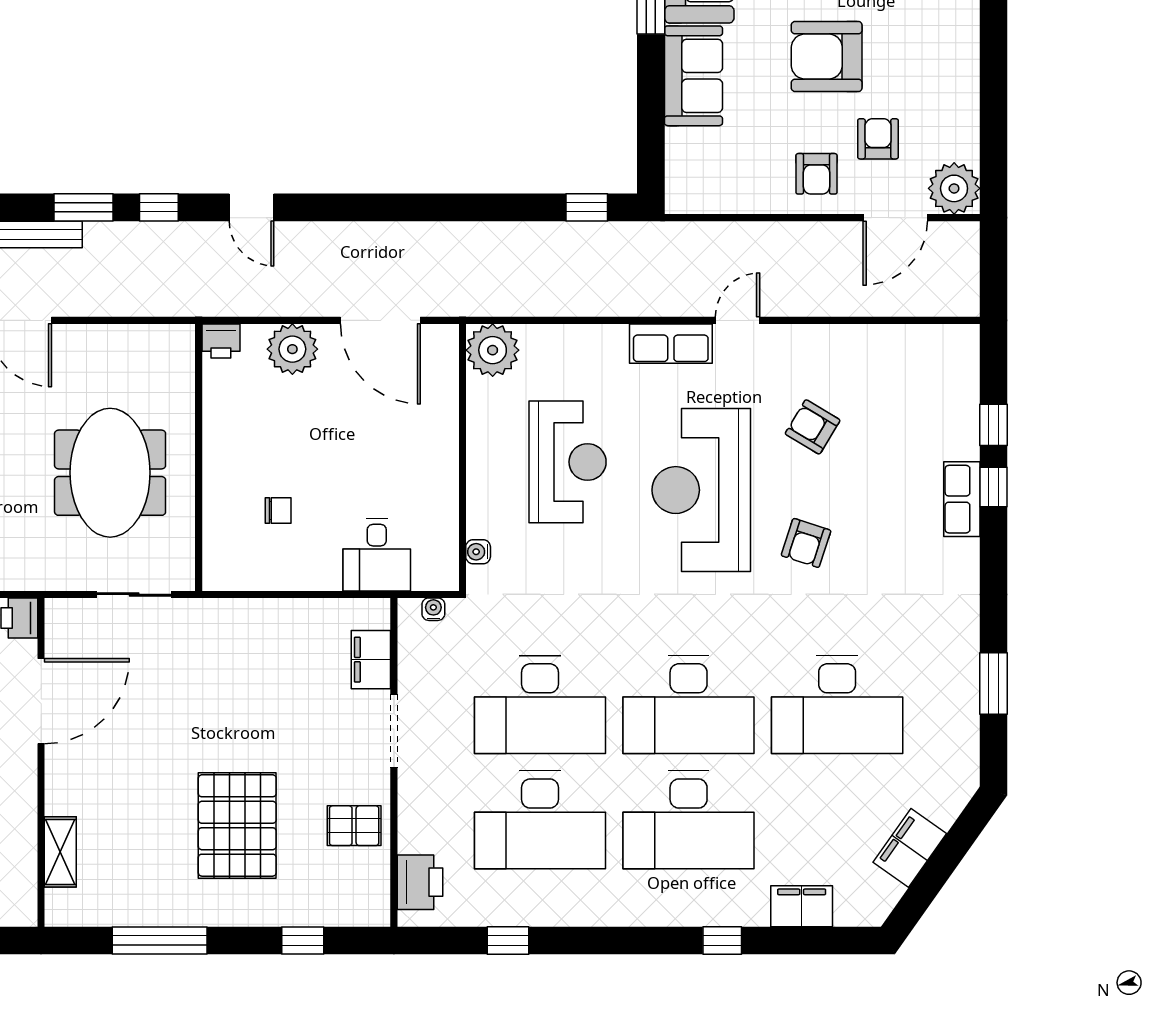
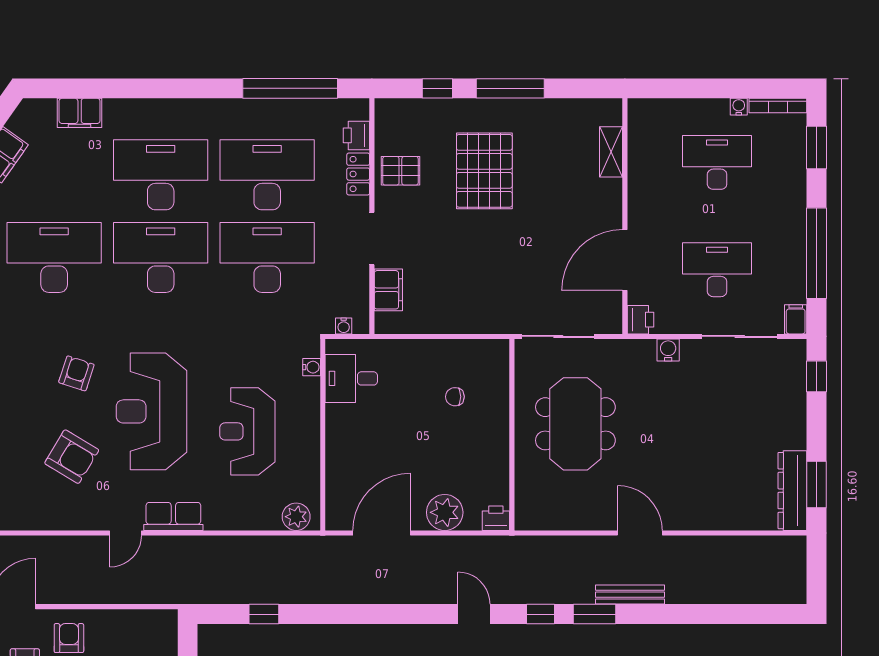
window: (587, 207) -> (264, 614), moved
door: (380, 320) -> (382, 533), hinge flipped
plant: (493, 350) -> (296, 517), width x0.73, depth x0.73
armchair: (813, 427) -> (72, 457), width x1.38, depth x1.38
reception desk: (701, 490) -> (152, 411), turned 180
desk: (377, 555) -> (351, 378), moved, turned -90
sliding door: (134, 594) -> (558, 336), width x1.37
locker: (413, 821) -> (358, 174), added
printer: (420, 882) -> (356, 135), width x0.73, depth x0.81
window: (160, 941) -> (510, 88), moved
window: (508, 941) -> (290, 88), width x3.17
window: (722, 941) -> (136, 88), removed

